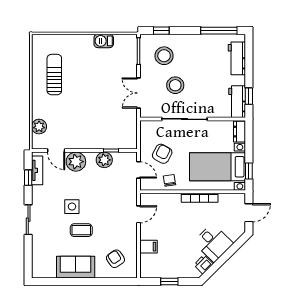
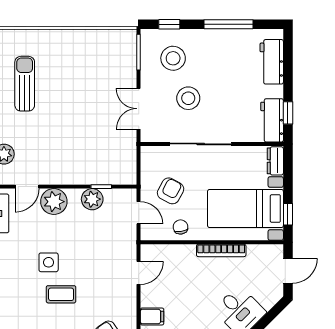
window: (219, 31) -> (228, 24), moved
barbecue: (104, 41) -> (91, 38), removed
door: (56, 151) -> (27, 187), hinge flipped

